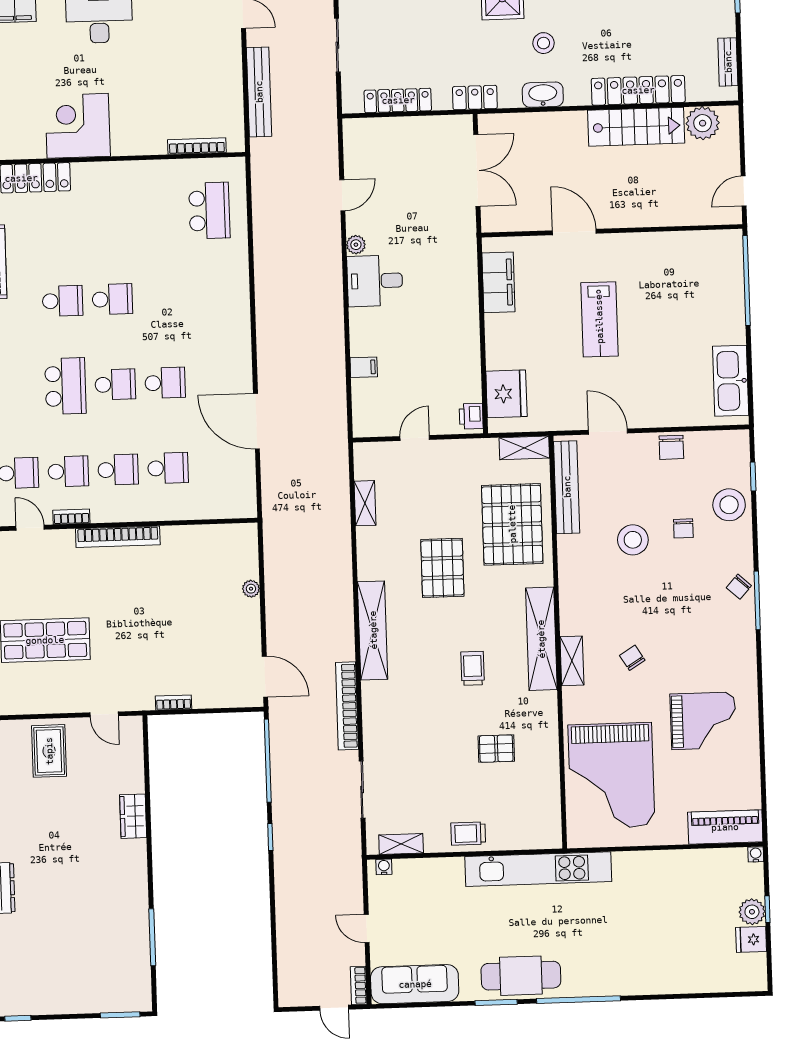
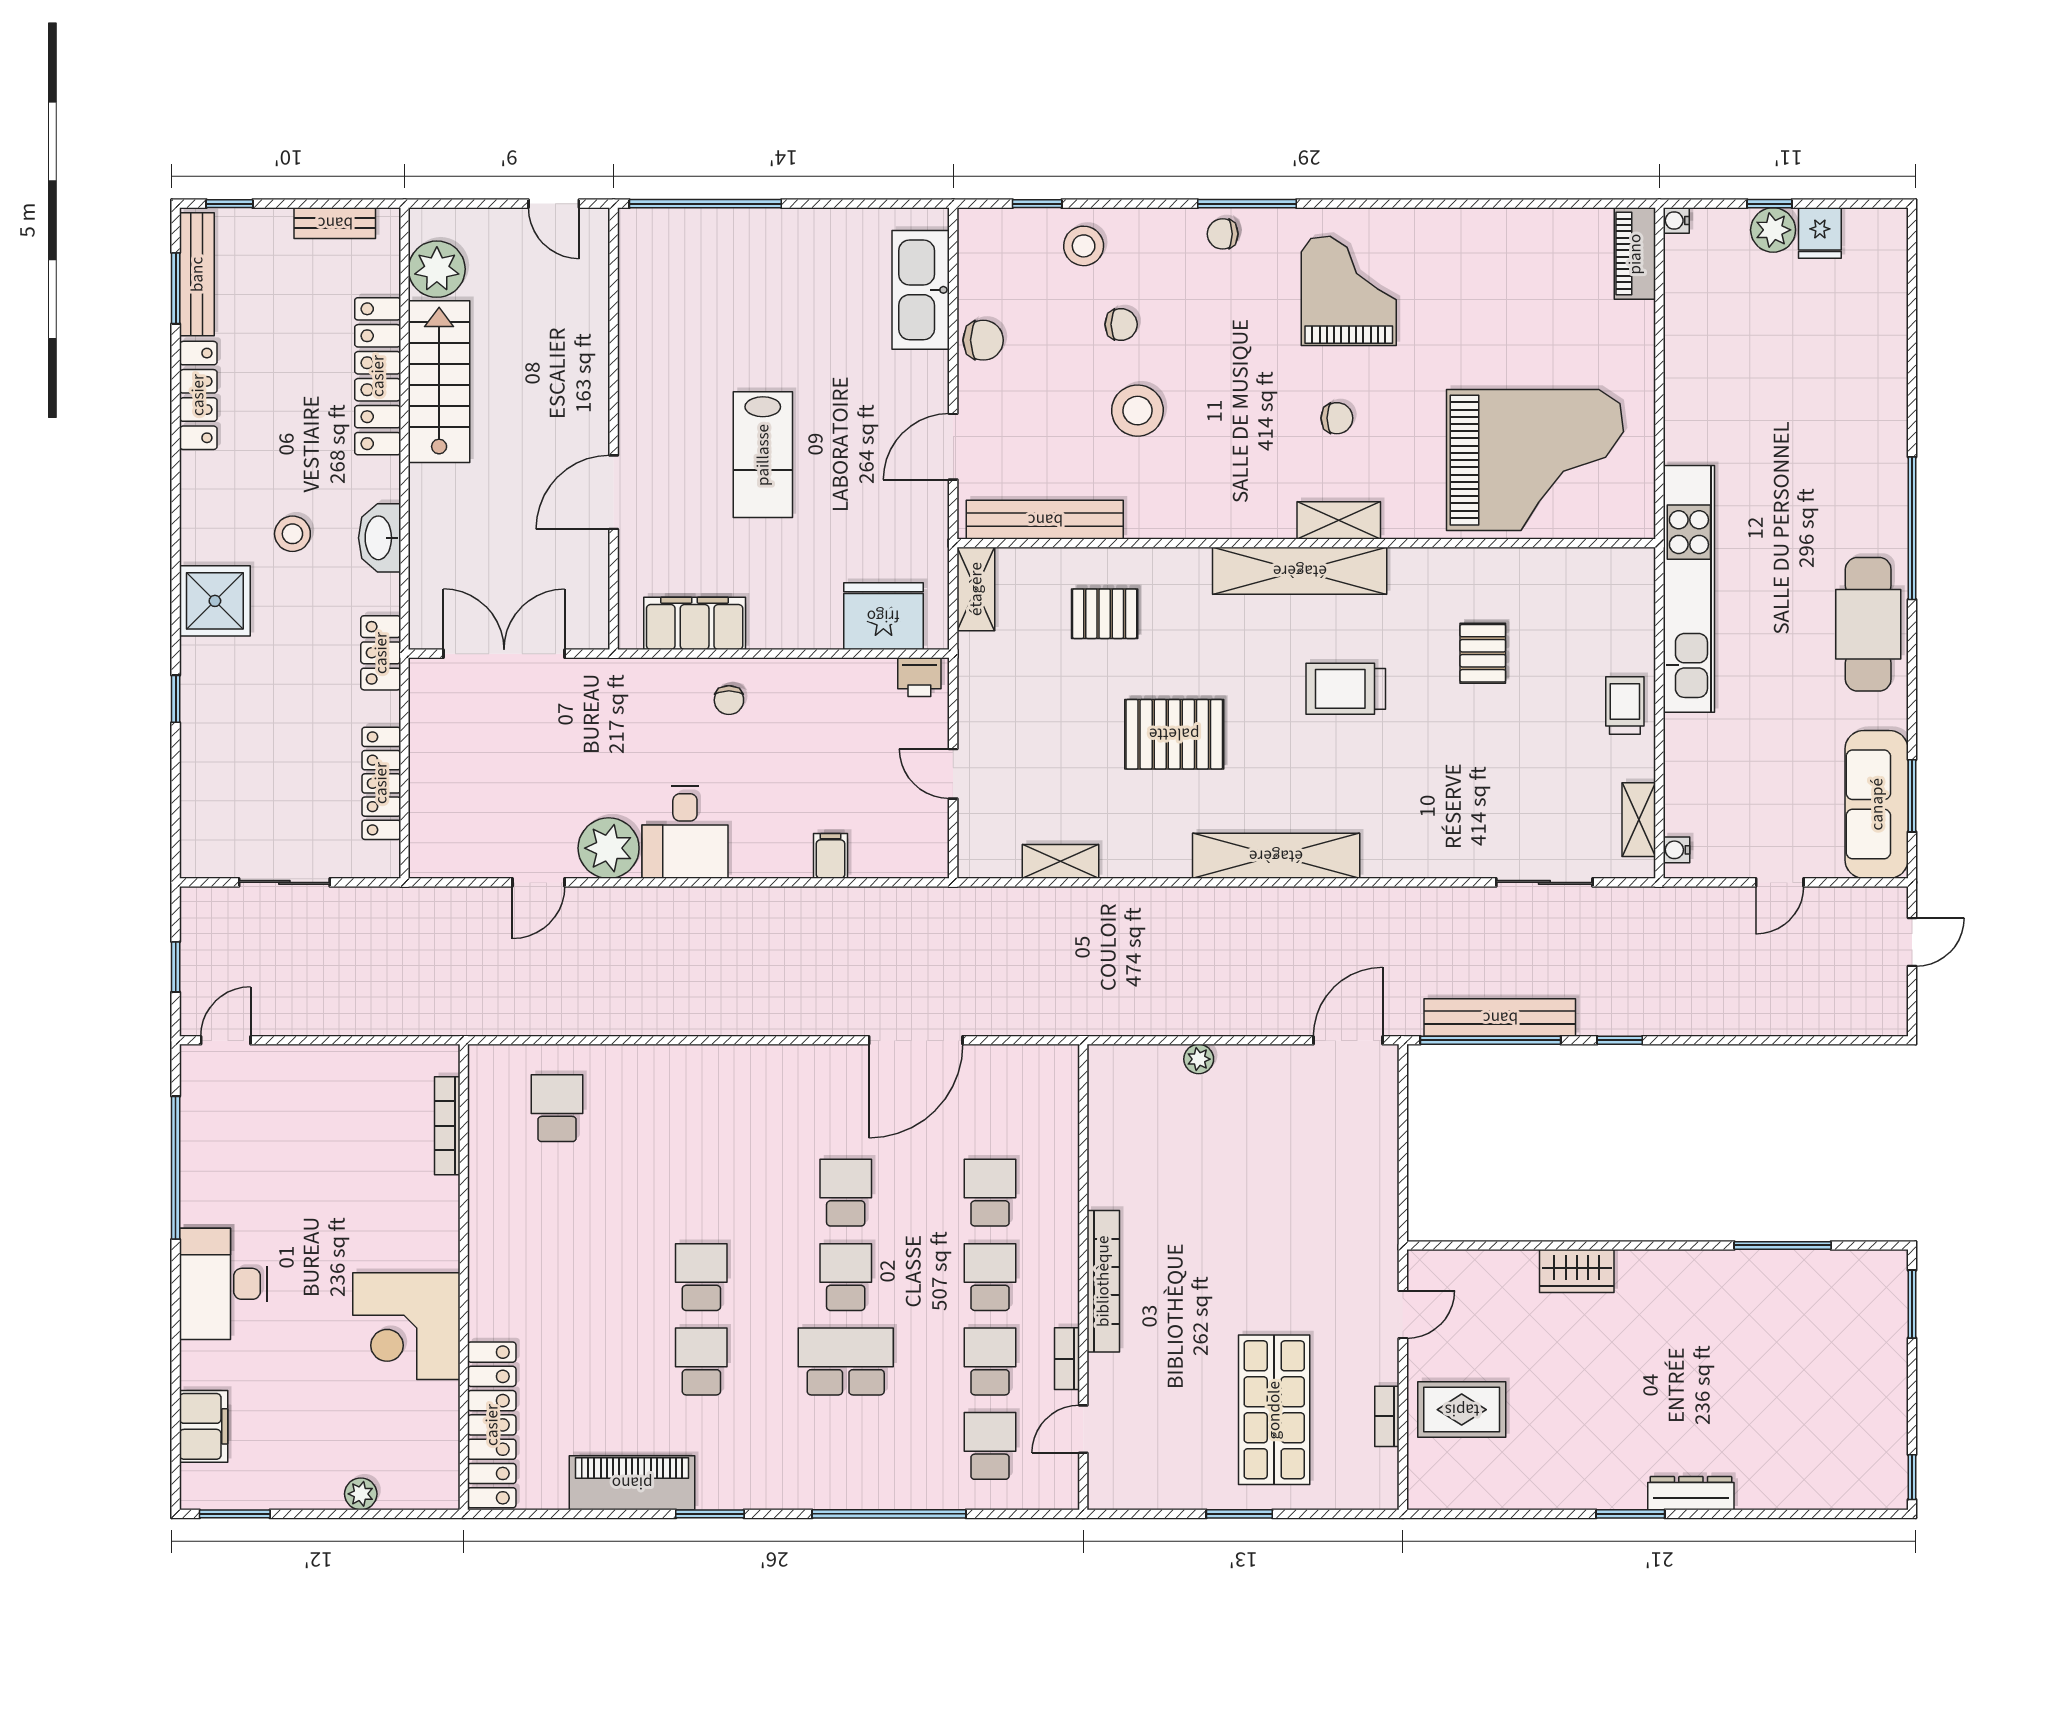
bench: (259, 92) -> (1500, 1018), moved
door: (342, 195) -> (539, 882), swing flipped
school desk: (209, 211) -> (557, 1108), width x0.54
plant: (356, 245) -> (609, 848), width x1.87, depth x1.87
chair: (454, 304) -> (729, 700), added
lab bench: (599, 319) -> (763, 455), turned 90
kitchen sink: (731, 381) -> (921, 290), moved, turned 90
stool: (729, 505) -> (1084, 246), width x0.73, depth x0.73
pallet: (512, 524) -> (1105, 614), width x0.49, depth x0.50
chair: (739, 587) -> (1223, 234), turned 138
chair: (632, 658) -> (1337, 418), turned -148
trolley: (473, 668) -> (1346, 689), width x1.36, depth x1.39
bookcase: (174, 703) -> (1387, 1416), moved
bookcase: (347, 706) -> (1402, 903), removed
grand piano: (703, 721) -> (1349, 291), moved
piano: (725, 827) -> (1635, 254), width x0.73, depth x0.75
trolley: (468, 834) -> (1625, 705), turned 180
bookcase: (359, 985) -> (1876, 899), removed
window: (496, 1002) -> (1912, 796), moved

